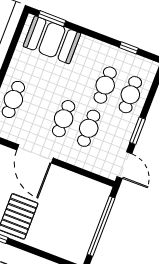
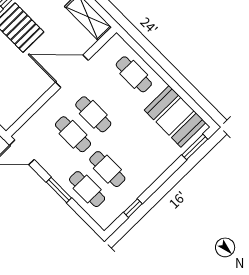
booth: (52, 40) -> (175, 116), moved, turned 90
window: (138, 131) -> (59, 190), moved

